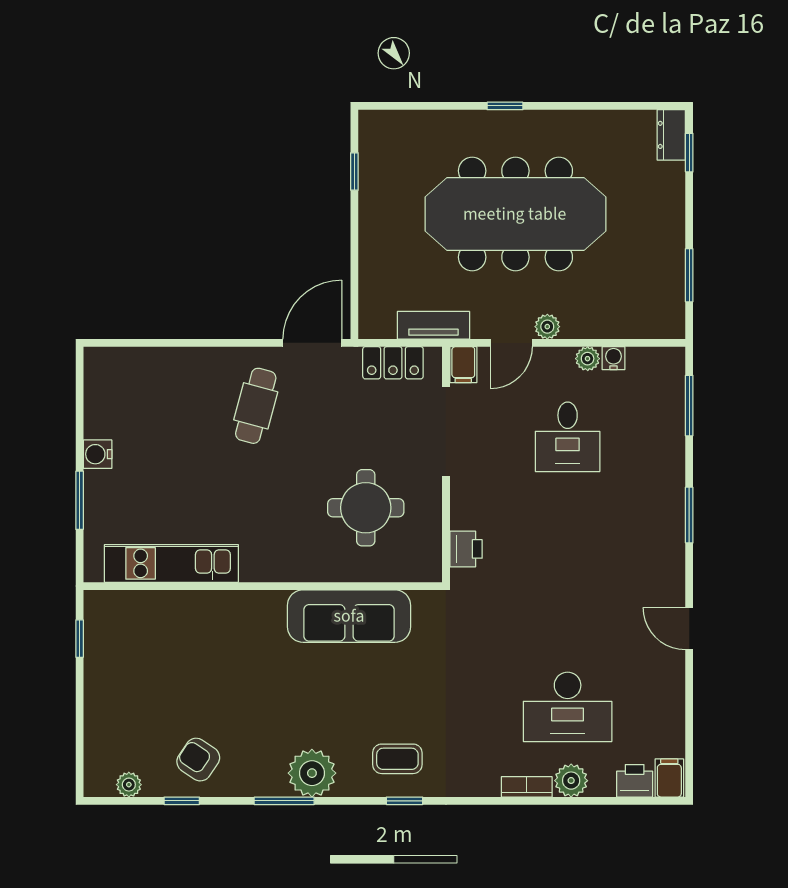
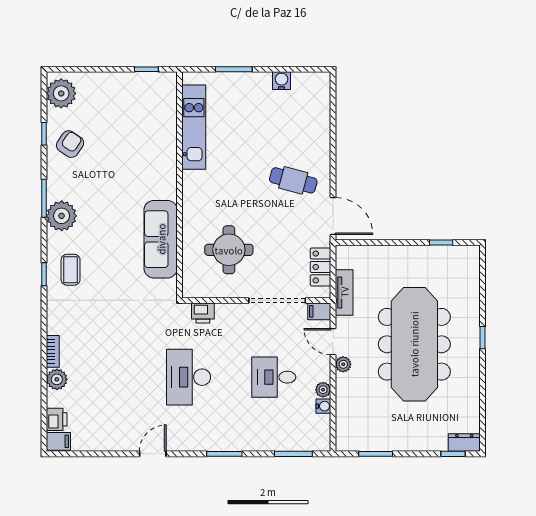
water cooler: (98, 454) -> (282, 81), moved
desk: (568, 707) -> (189, 377), moved
plant: (129, 785) -> (61, 93), width x1.88, depth x1.88

